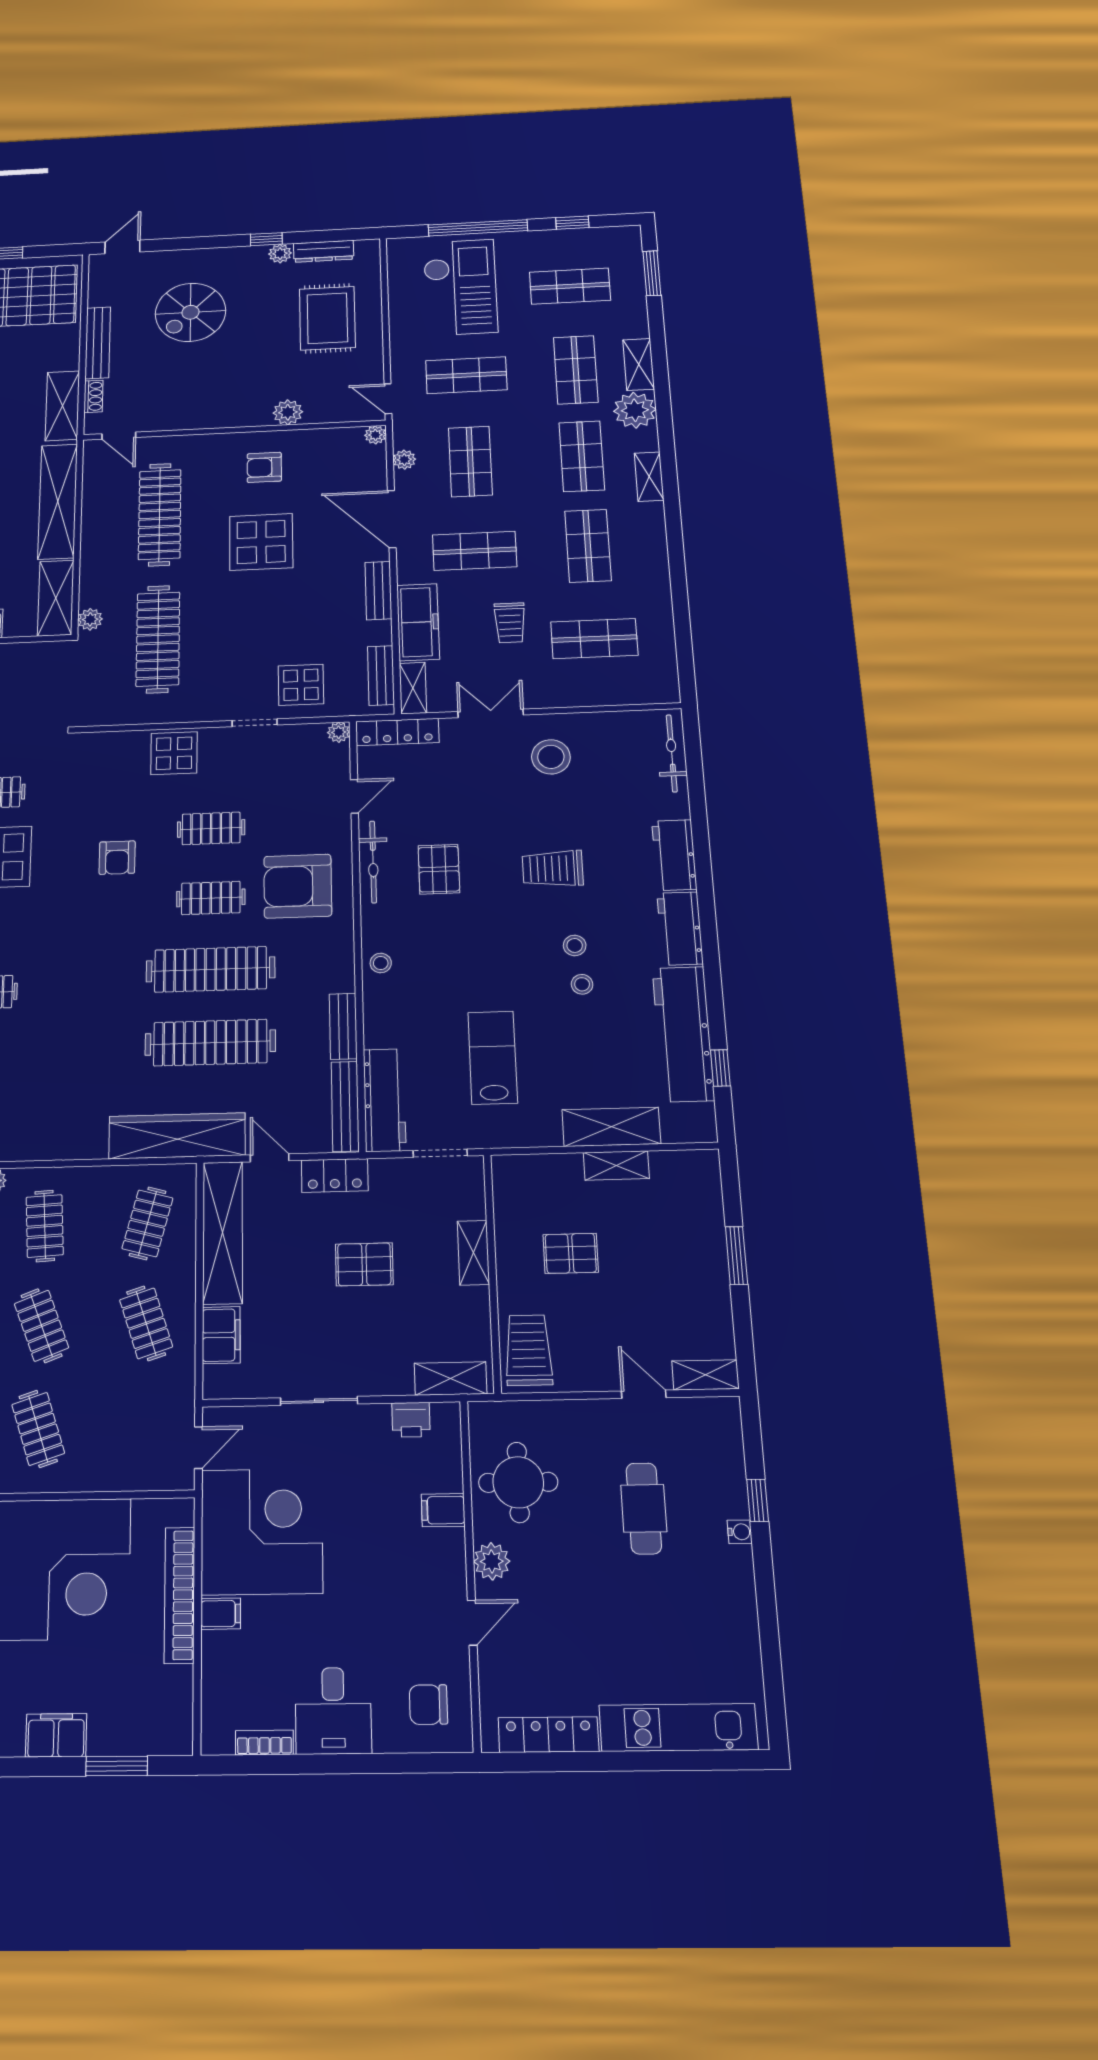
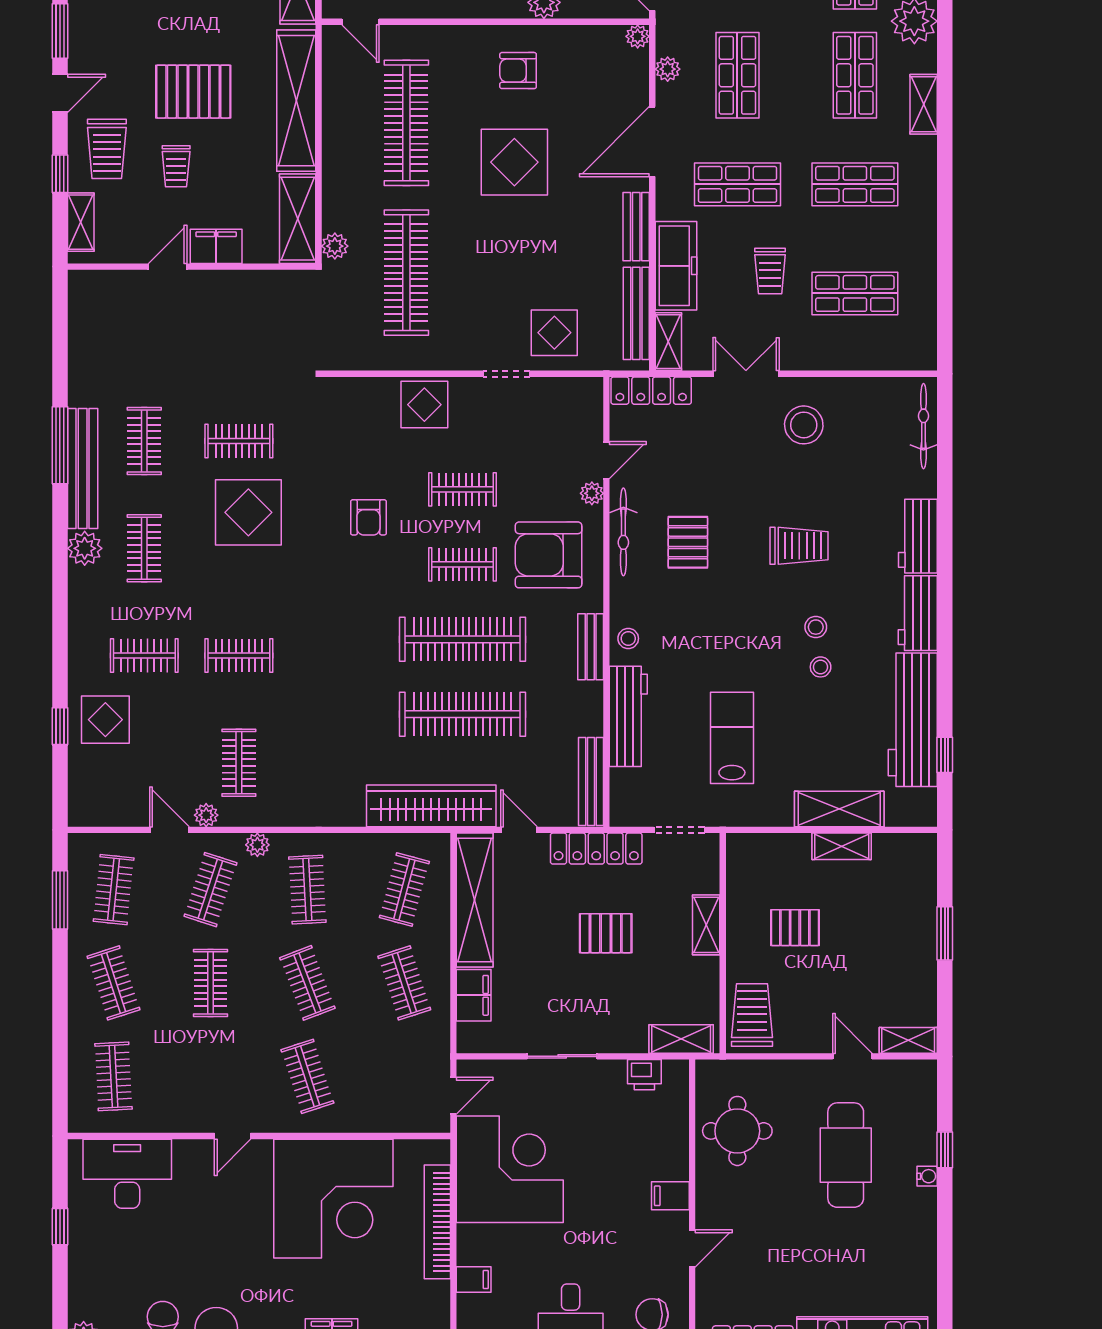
door: (392, 519) -> (652, 142), hinge flipped
shop shelf: (588, 546) -> (855, 184), turned 90
bench: (381, 675) -> (636, 313), width x1.36
plant: (339, 732) -> (592, 493), moved
trolley: (553, 869) -> (799, 546), turned 180
bench: (343, 1026) -> (591, 647), moved
workbench: (384, 1100) -> (628, 716), moved
locker: (335, 1175) -> (596, 849), width x1.53
cafe table: (644, 1508) -> (846, 1155), width x1.37, depth x1.35
filing cabinet: (443, 1510) -> (670, 1196), moved
plant: (492, 1561) -> (711, 1198), removed
filing cabinet: (221, 1614) -> (474, 1279), moved

